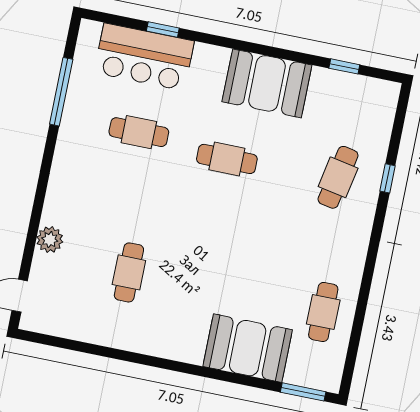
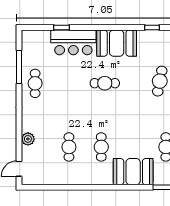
bar counter: (144, 57) -> (73, 42), moved
cafe table: (139, 132) -> (35, 83), moved, turned 90
cafe table: (194, 286) -> (101, 147), added

